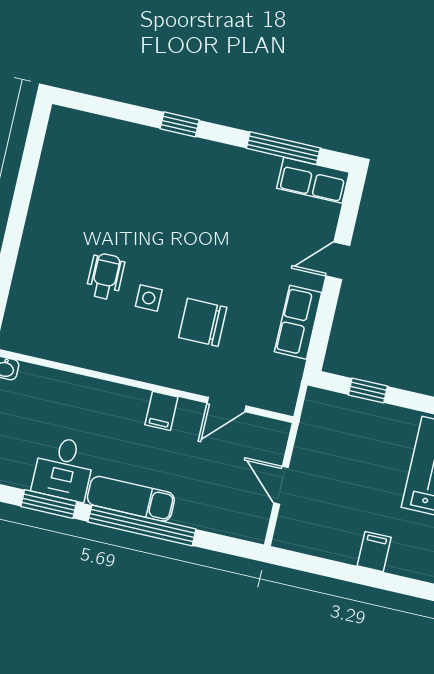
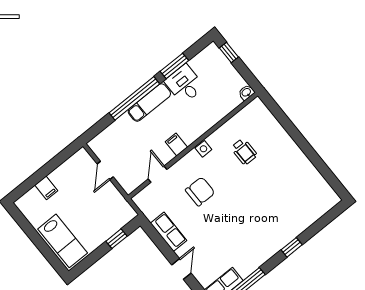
wheelchair: (105, 276) -> (244, 152), moved
side table: (149, 298) -> (203, 149), moved
door: (281, 485) -> (105, 170), swing flipped

